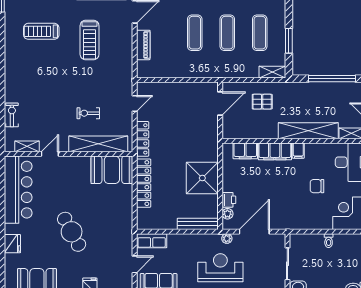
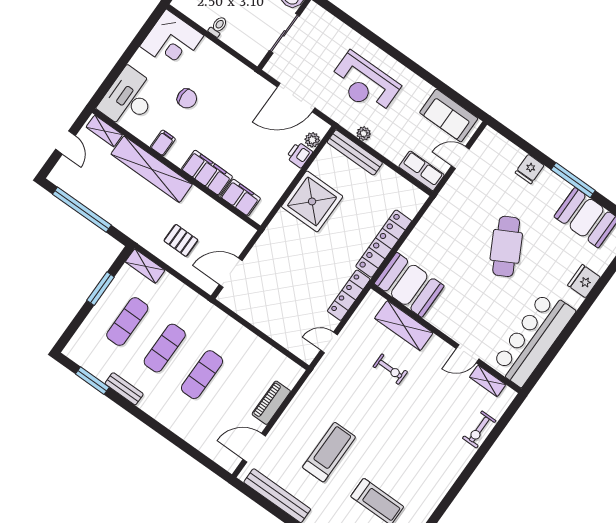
shelving: (98, 144) -> (404, 326), width x0.68
filing cabinet: (298, 151) -> (163, 143), moved
plant: (227, 239) -> (364, 133), moved

